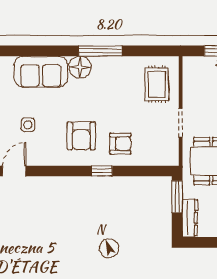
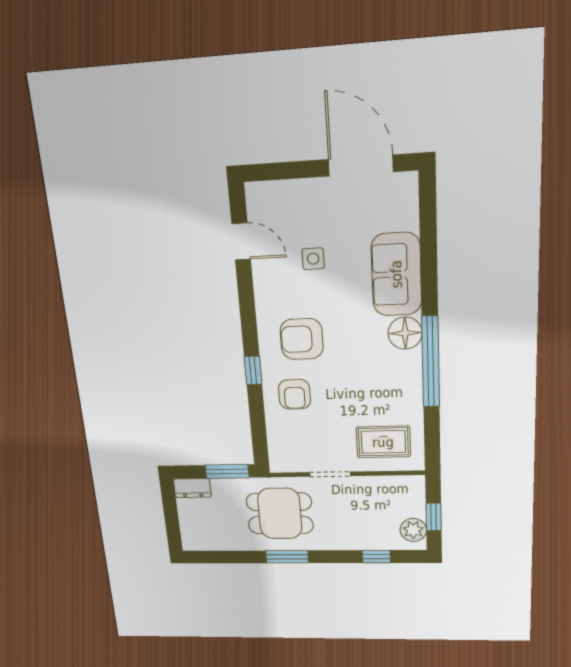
window: (100, 51) -> (431, 362), width x1.46
dresser: (190, 218) -> (192, 488), width x0.70

